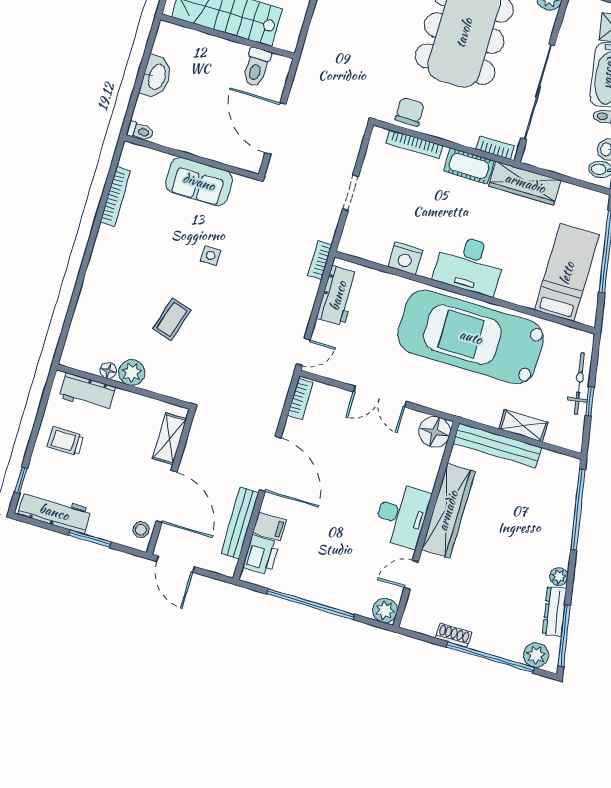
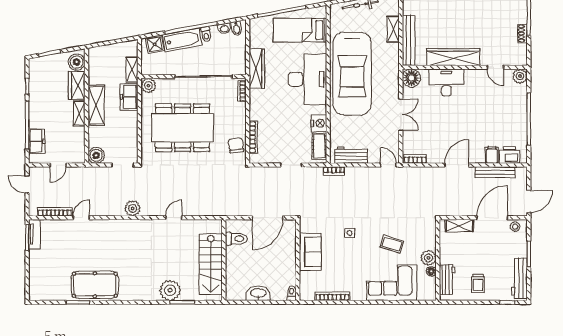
chair: (410, 112) -> (236, 145), turned 82
cot: (469, 166) -> (319, 146), moved
desk: (470, 265) -> (307, 79), width x1.36, depth x1.30
corner sofa: (109, 300) -> (392, 283), added
door: (270, 464) -> (457, 165), width x0.73
desk: (402, 515) -> (446, 82), moved

